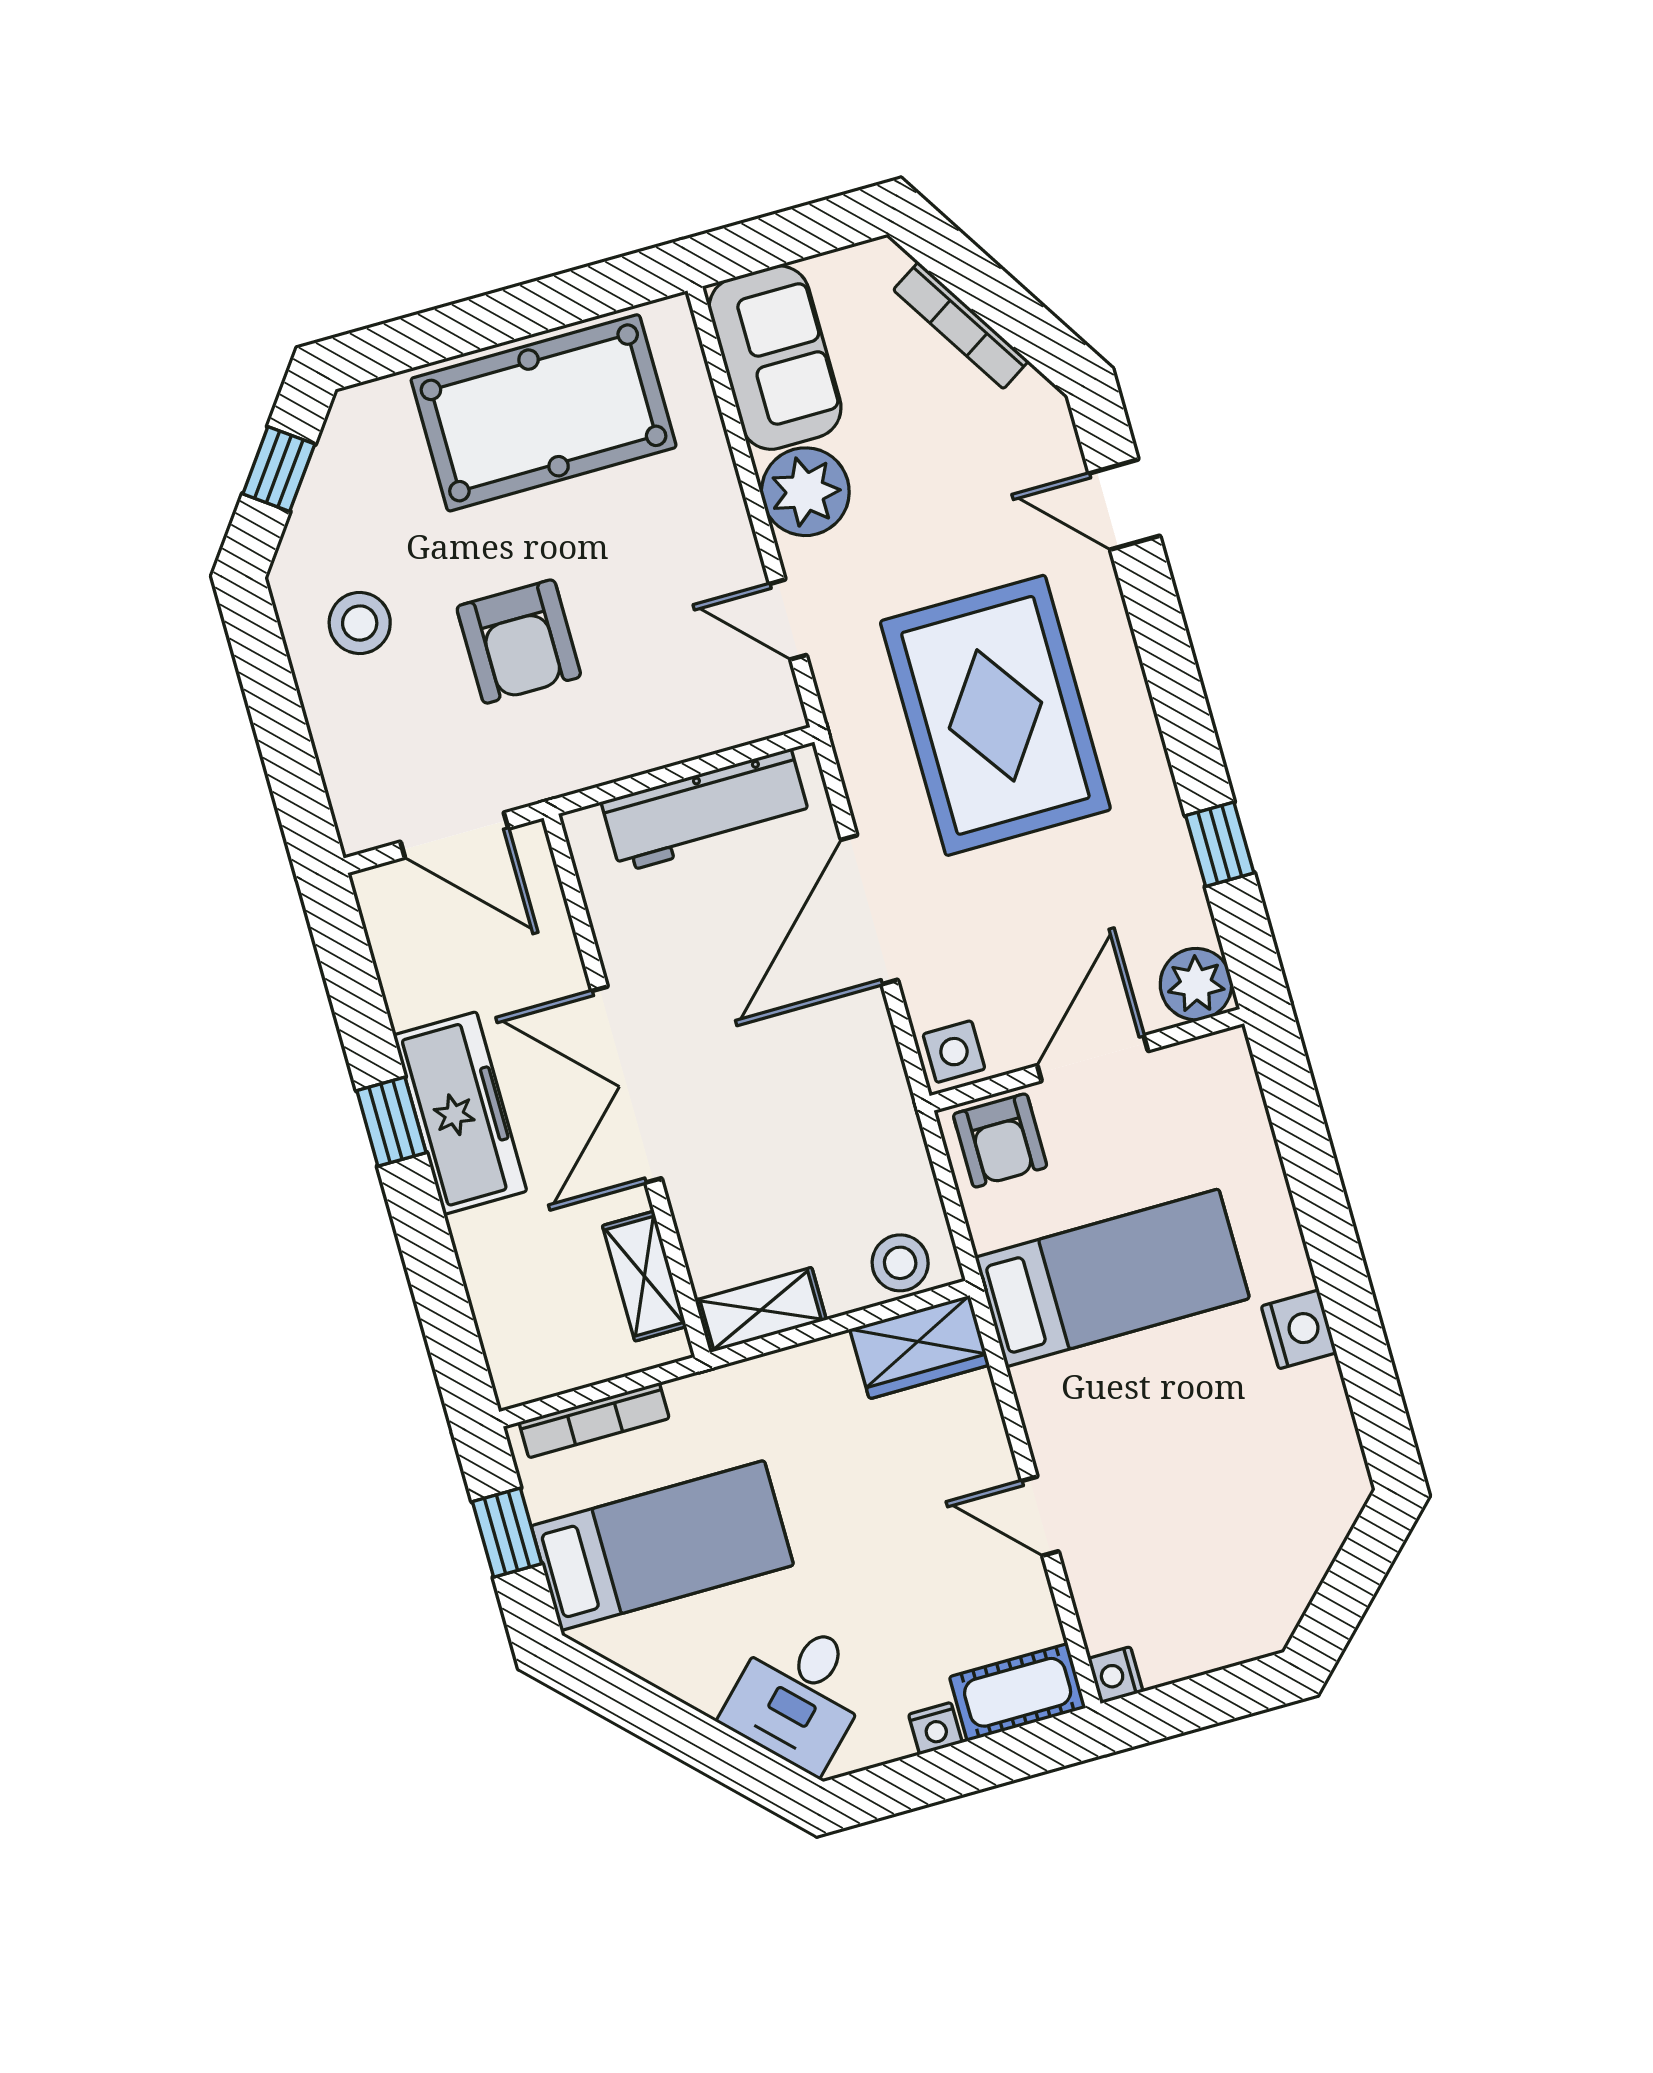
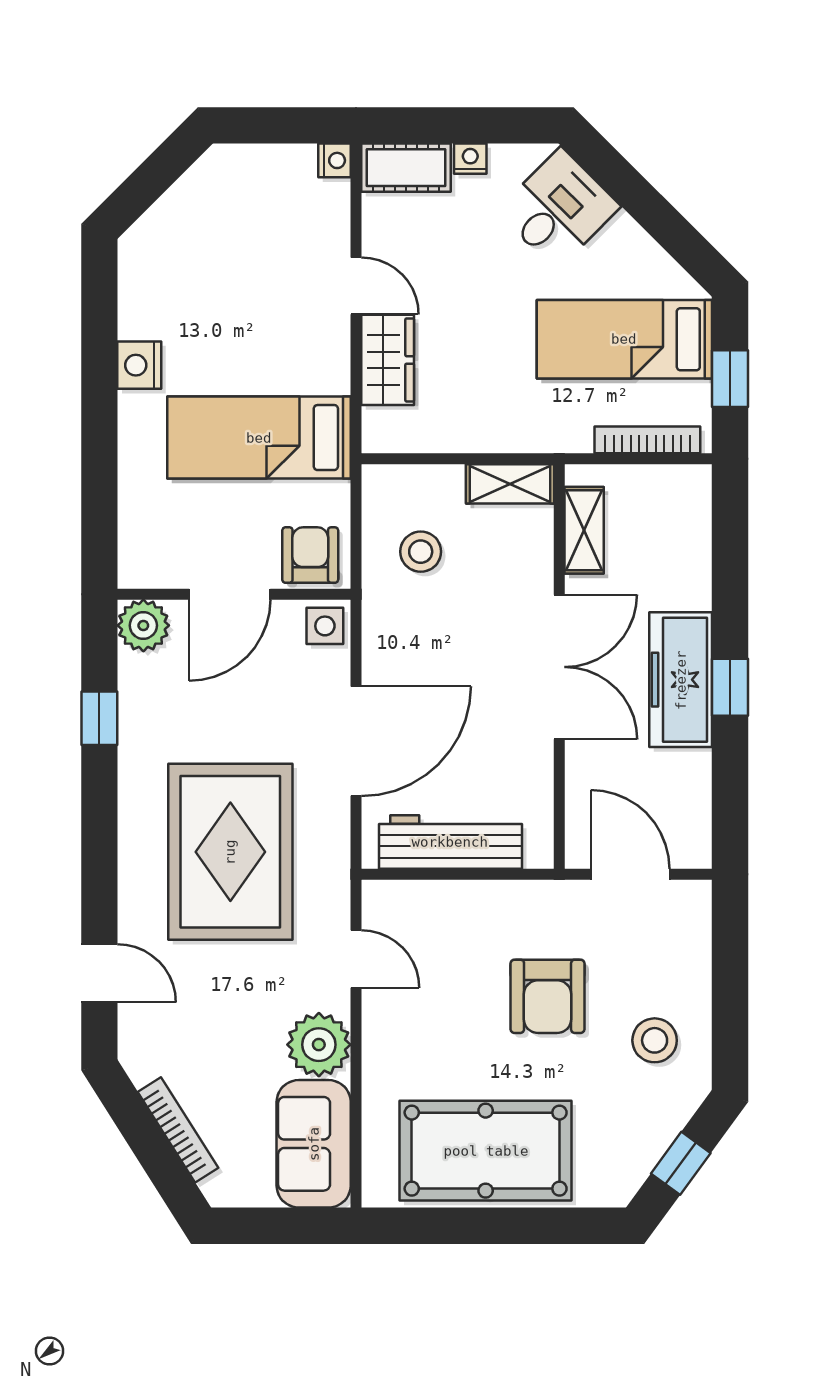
armchair: (519, 642) -> (548, 996), turned 180
stool: (900, 1263) -> (421, 552), moved
wardrobe: (920, 1347) -> (388, 360), moved, turned 90

